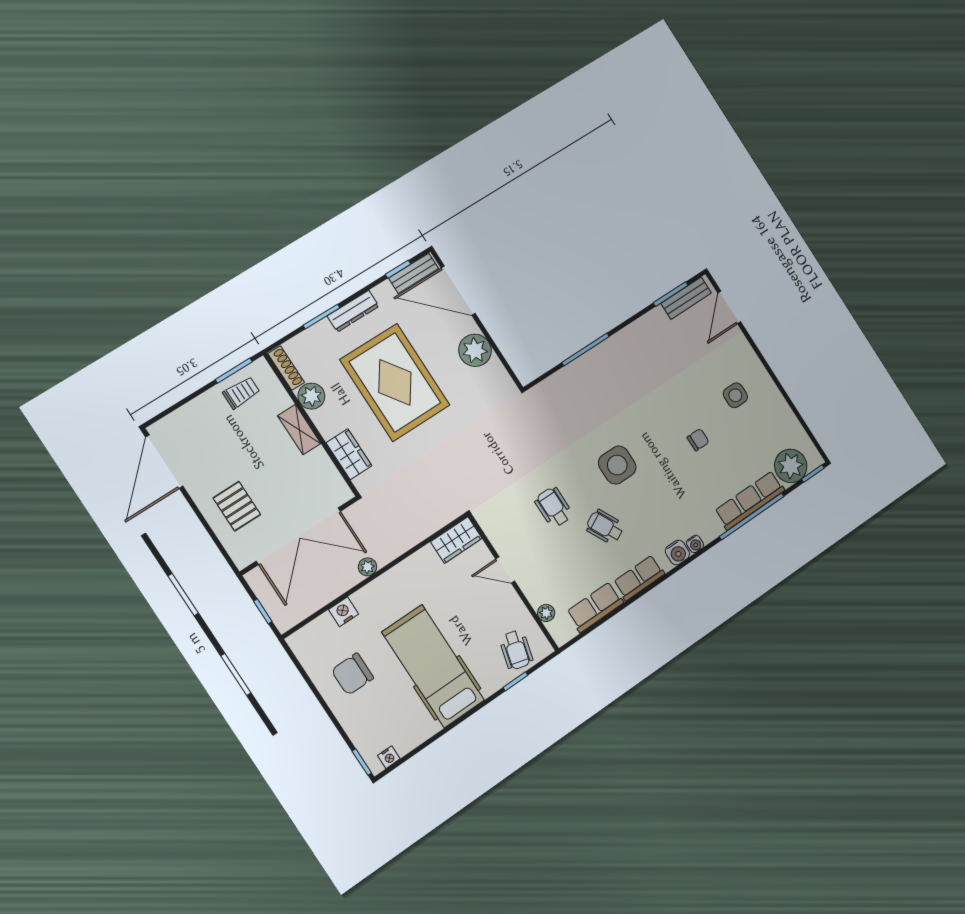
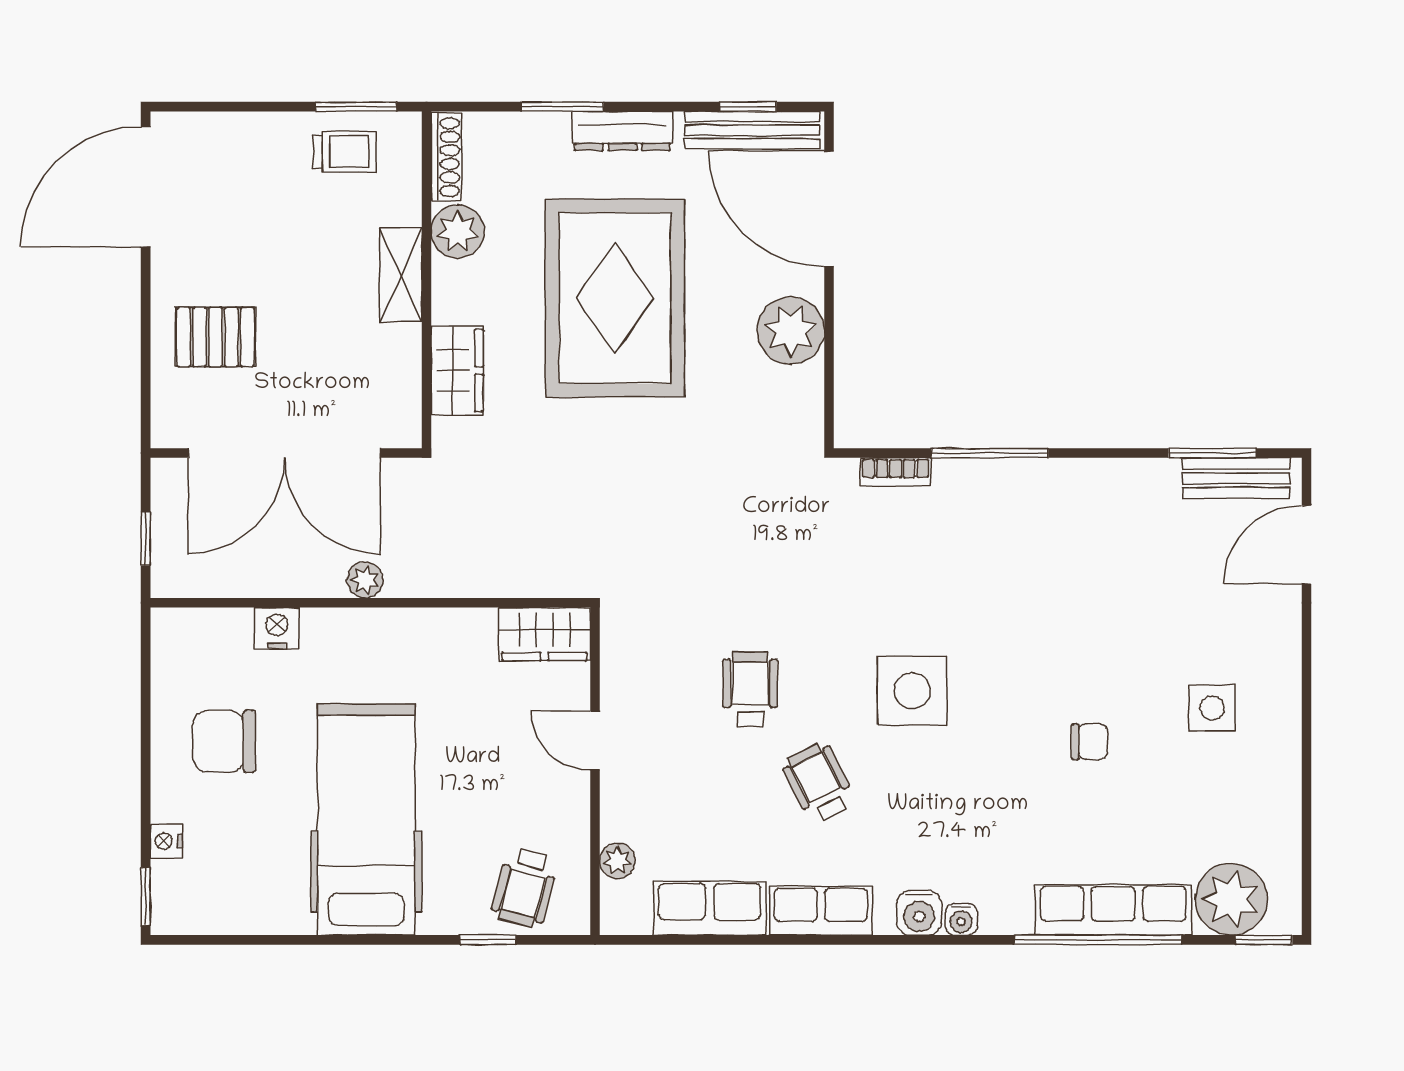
bench: (414, 273) -> (752, 130), width x1.36
bookcase: (554, 381) -> (896, 472), added
pallet: (237, 506) -> (215, 337), turned 90
nightstand: (389, 757) -> (166, 841), moved, turned 90

